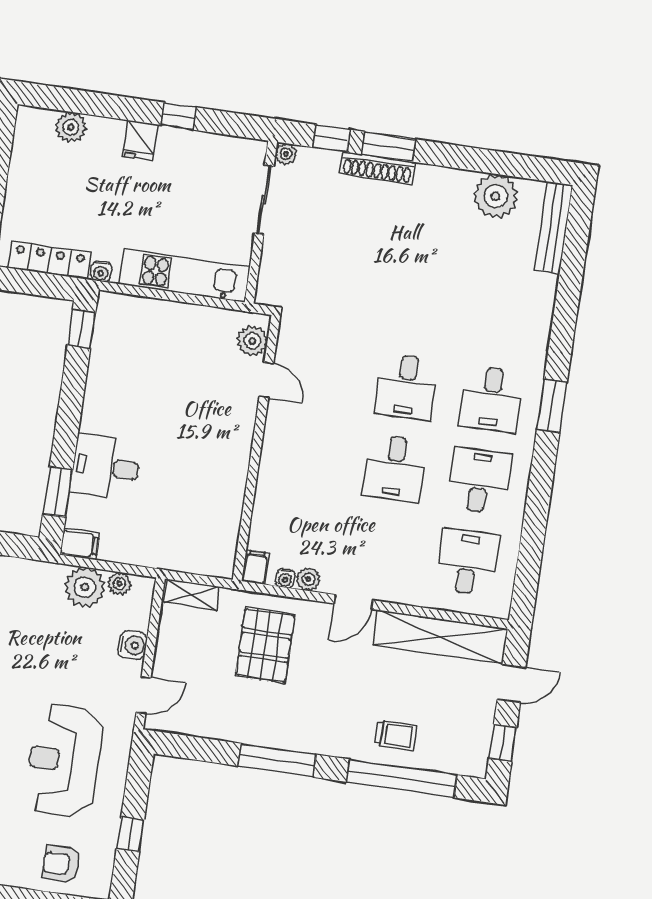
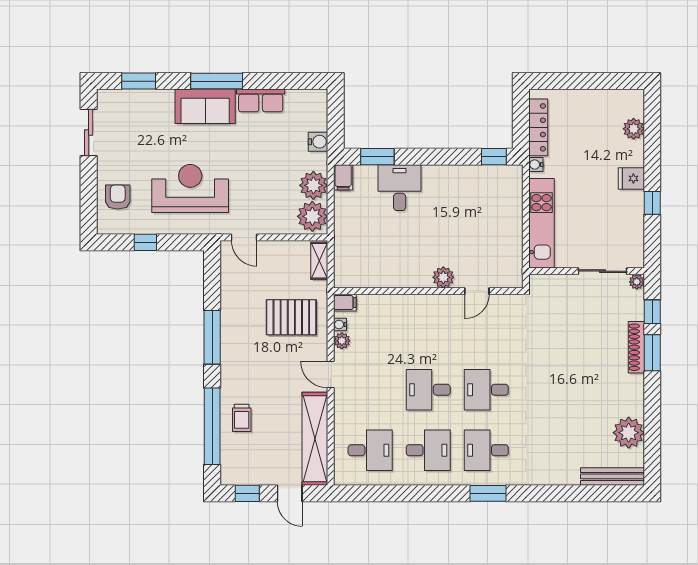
plant: (252, 341) -> (443, 277), moved
plant: (120, 584) -> (312, 216), width x1.87, depth x1.87
water cooler: (133, 645) -> (318, 142), moved, turned -90

